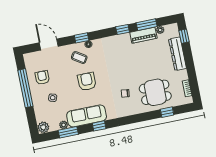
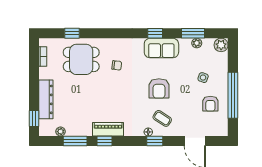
piano: (143, 35) -> (108, 129), moved
sofa: (87, 116) -> (161, 48), width x0.73

